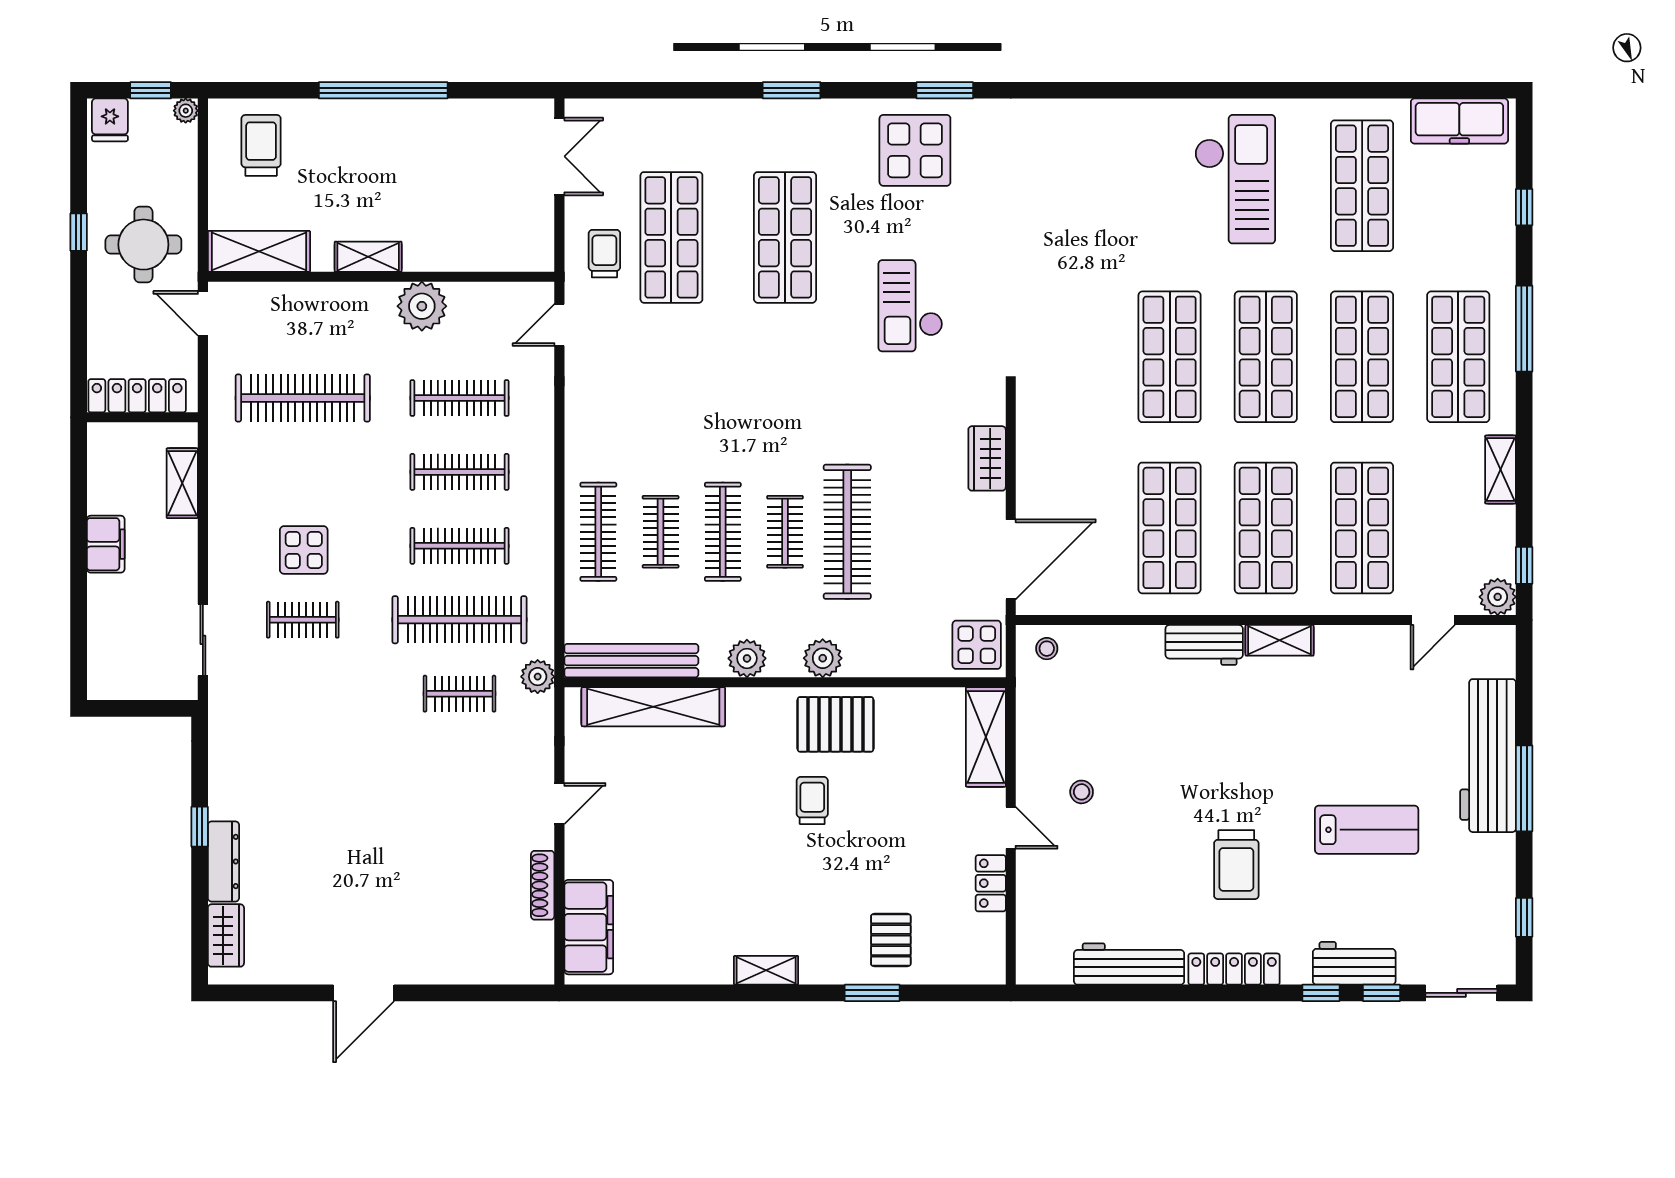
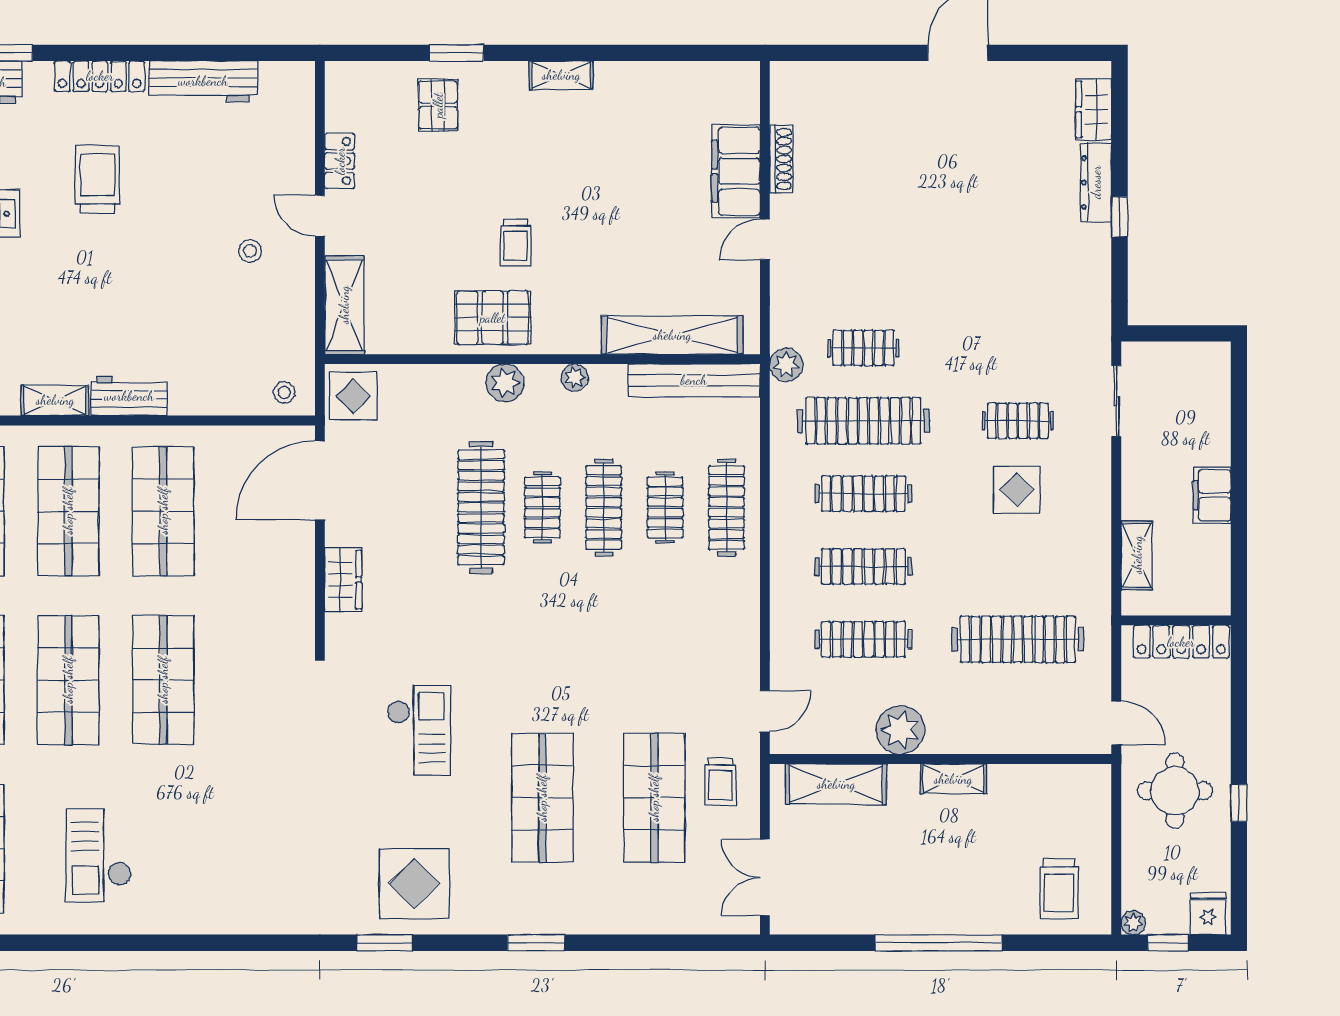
checkout: (1235, 179) -> (99, 855), width x0.73, depth x0.83
shelving: (259, 251) -> (836, 784), moved
plant: (747, 658) -> (575, 378), width x0.73, depth x0.73
filing cabinet: (589, 927) -> (736, 171), moved

